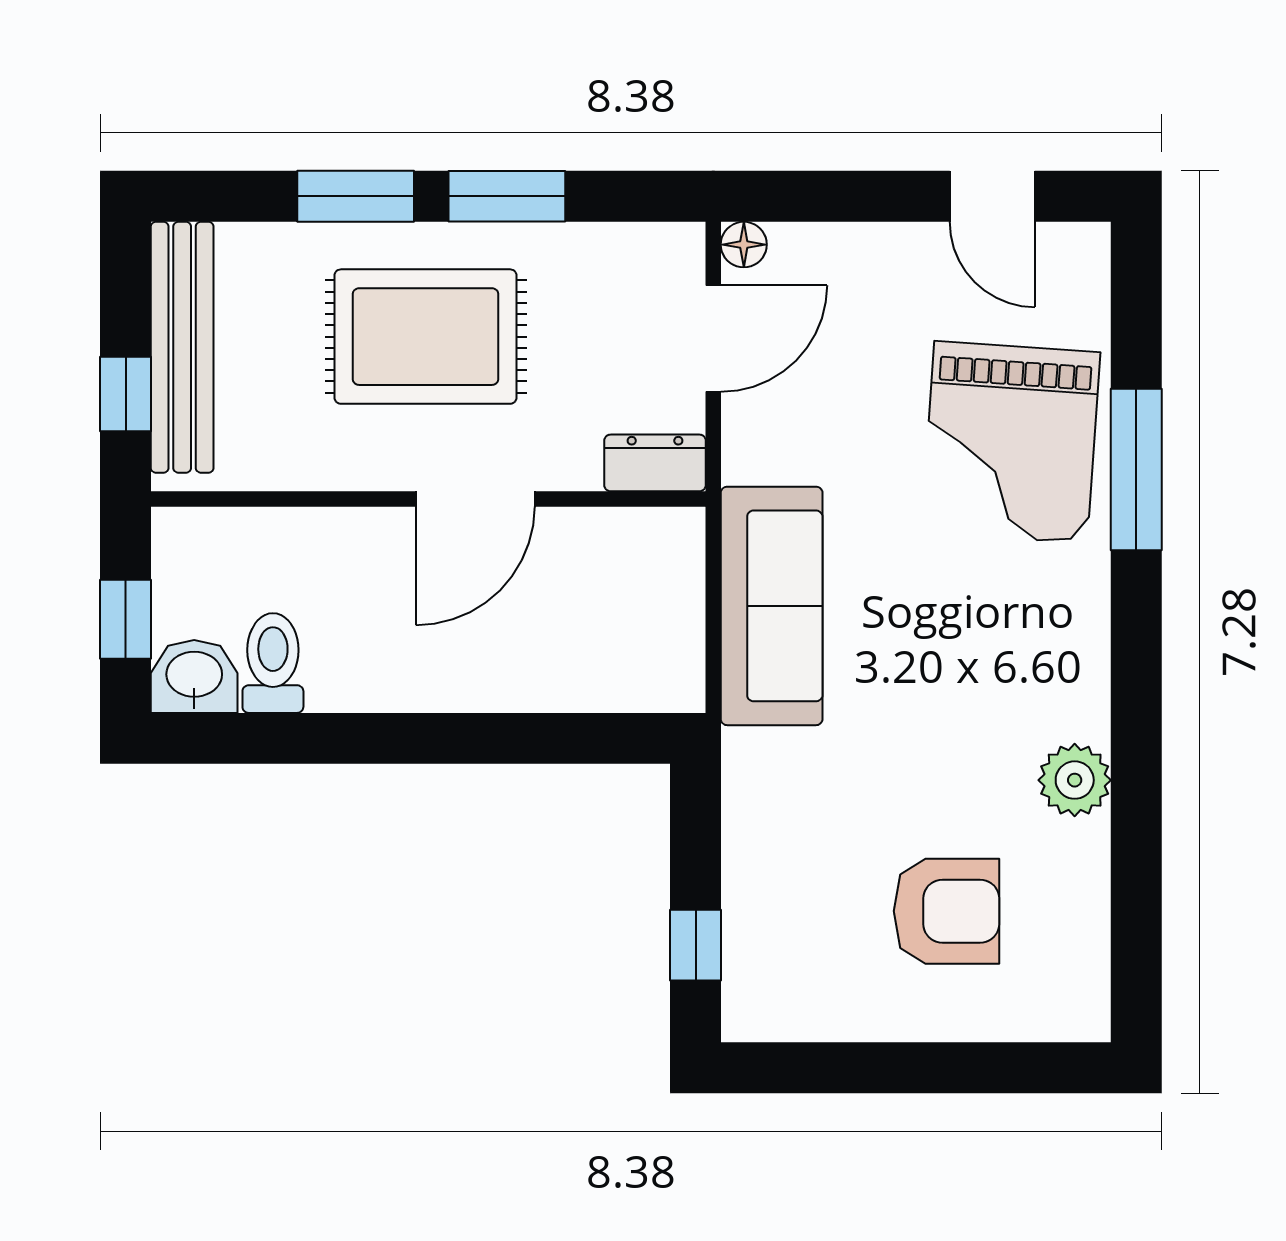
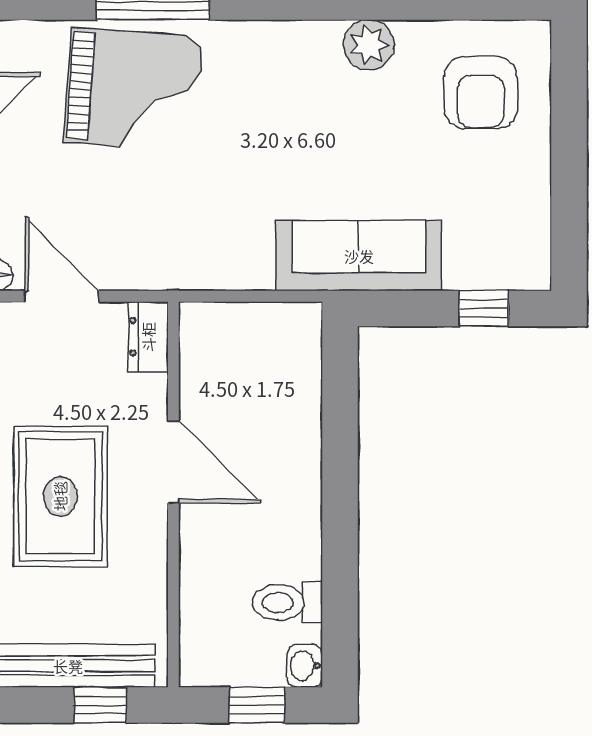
sofa: (772, 606) -> (359, 256), moved
washbasin: (194, 676) -> (305, 666), width x0.72, depth x0.69
armchair: (947, 911) -> (481, 93), moved, turned 180

